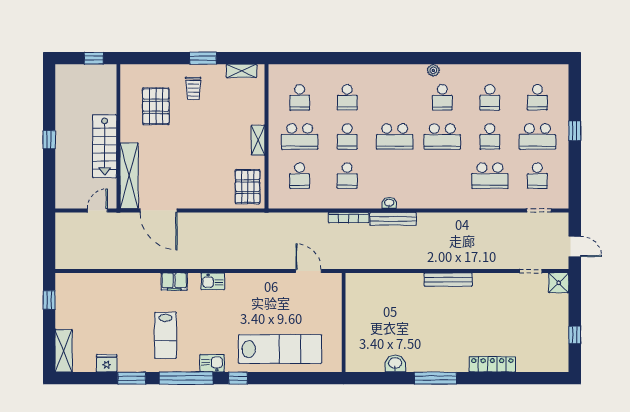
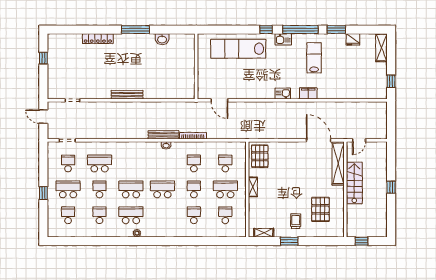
school desk: (442, 97) -> (131, 215), width x1.85
shower: (559, 283) -> (54, 93), removed

